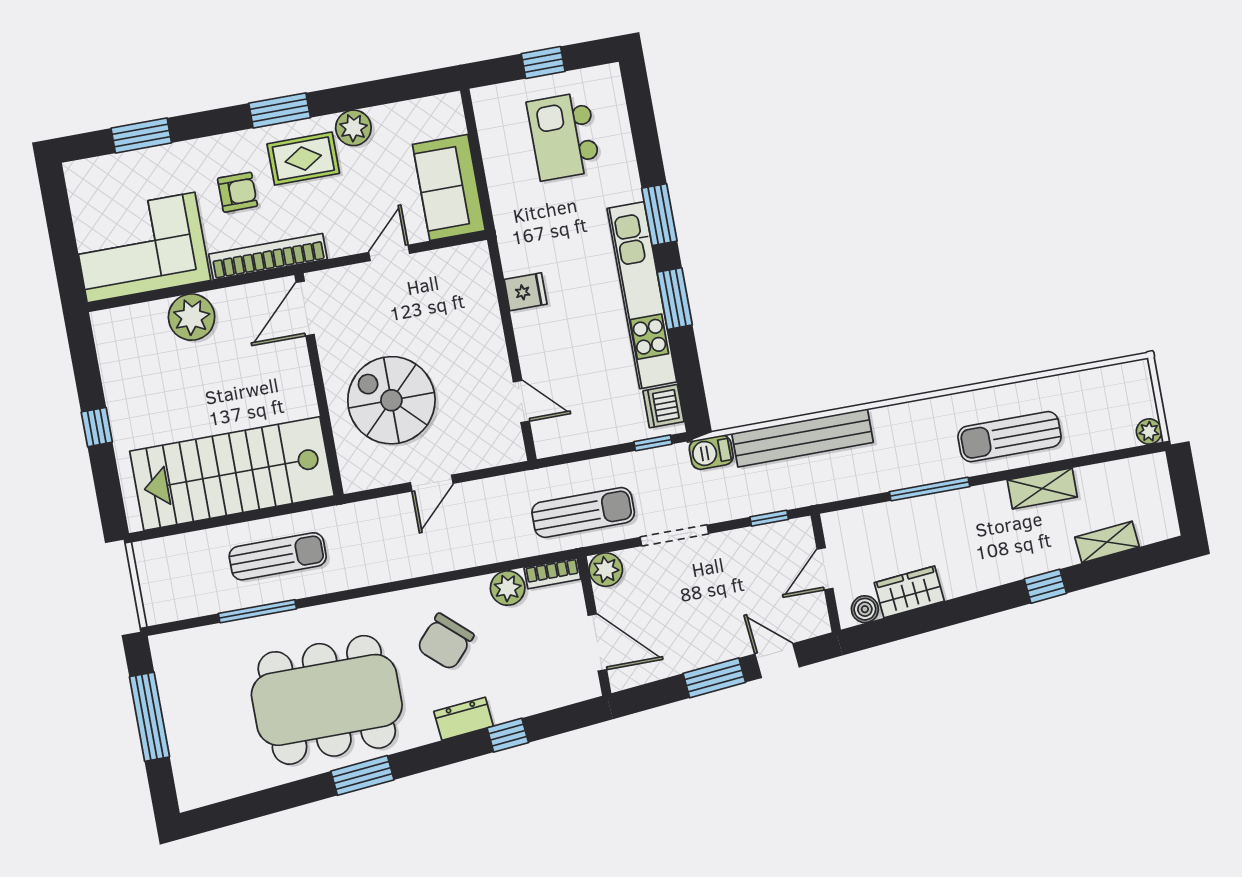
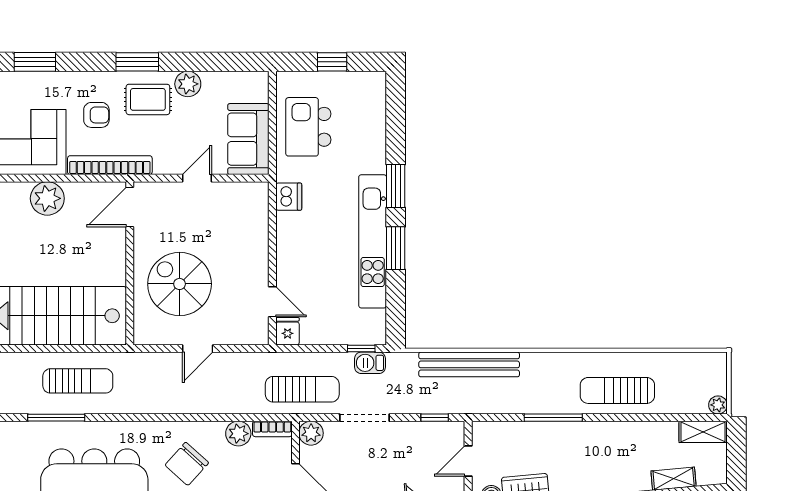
kitchen island: (564, 136) -> (308, 127), moved
fridge: (526, 292) -> (288, 331), moved, turned -90
dishwasher: (663, 406) -> (289, 197), moved, turned 180
barbecue: (711, 452) -> (370, 363), moved
shelving: (1042, 489) -> (703, 432), moved

